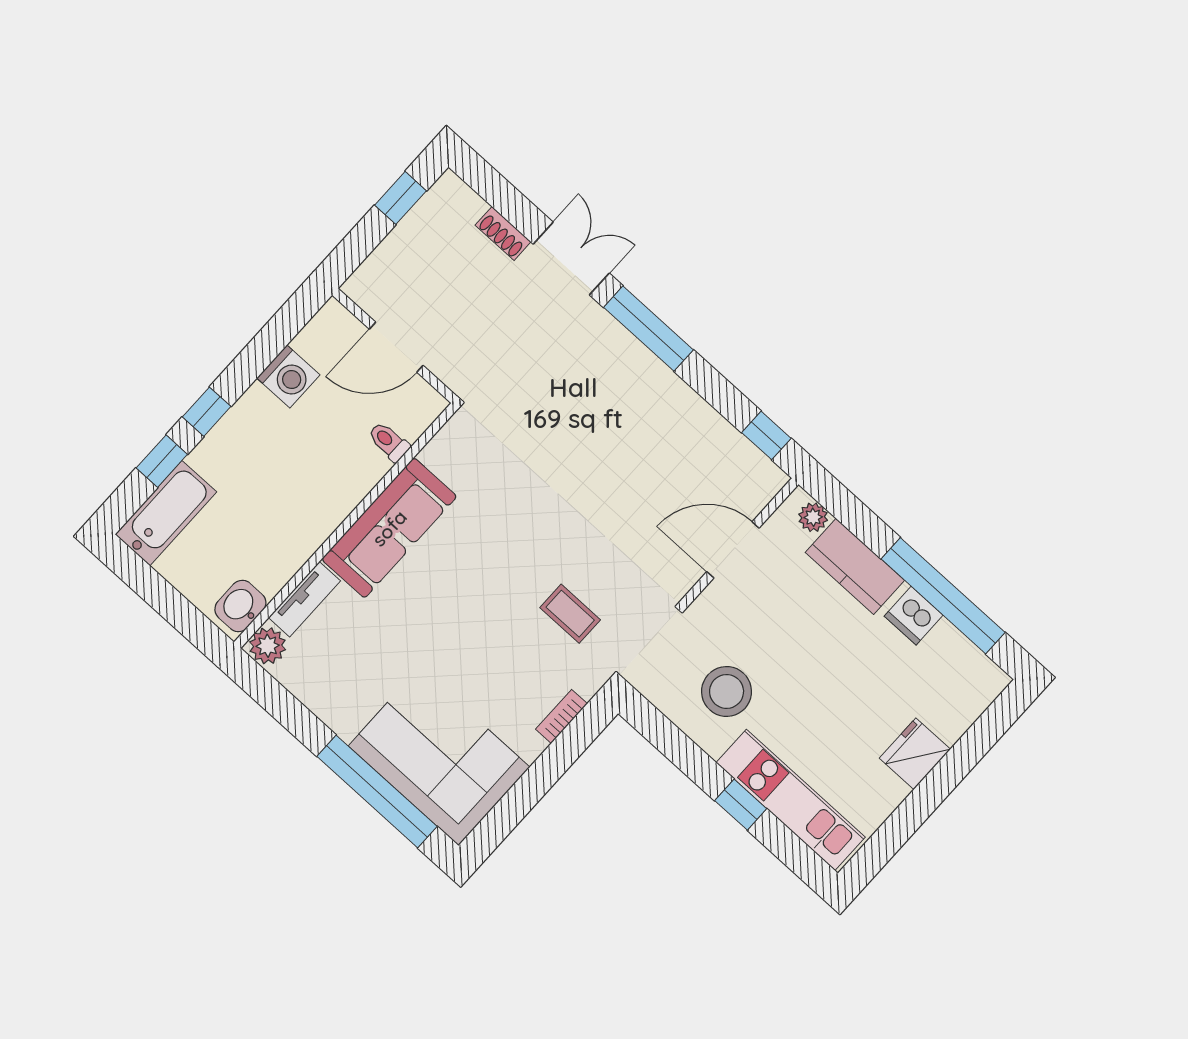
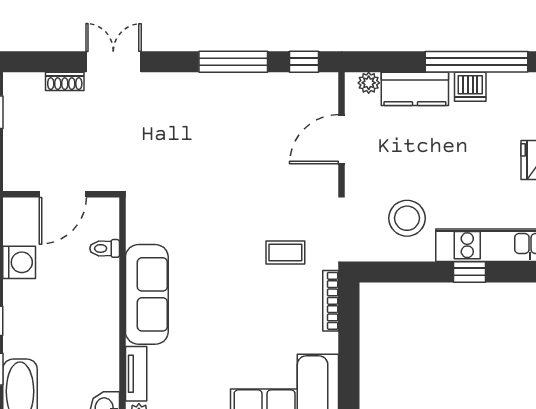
window: (648, 329) -> (233, 62), moved
bookcase: (562, 716) -> (331, 301), width x1.56

